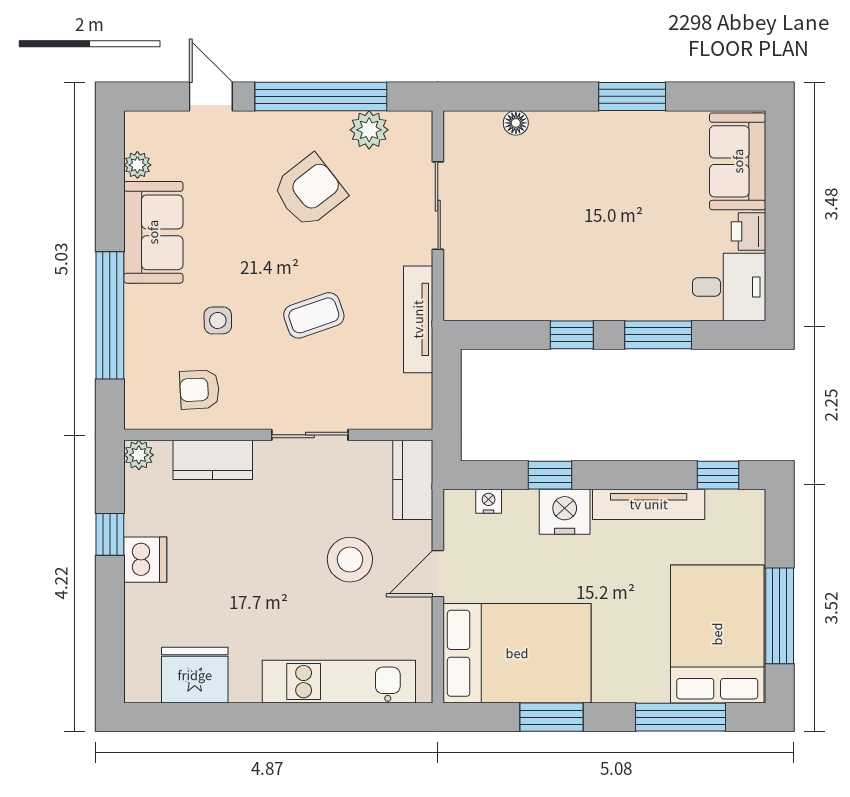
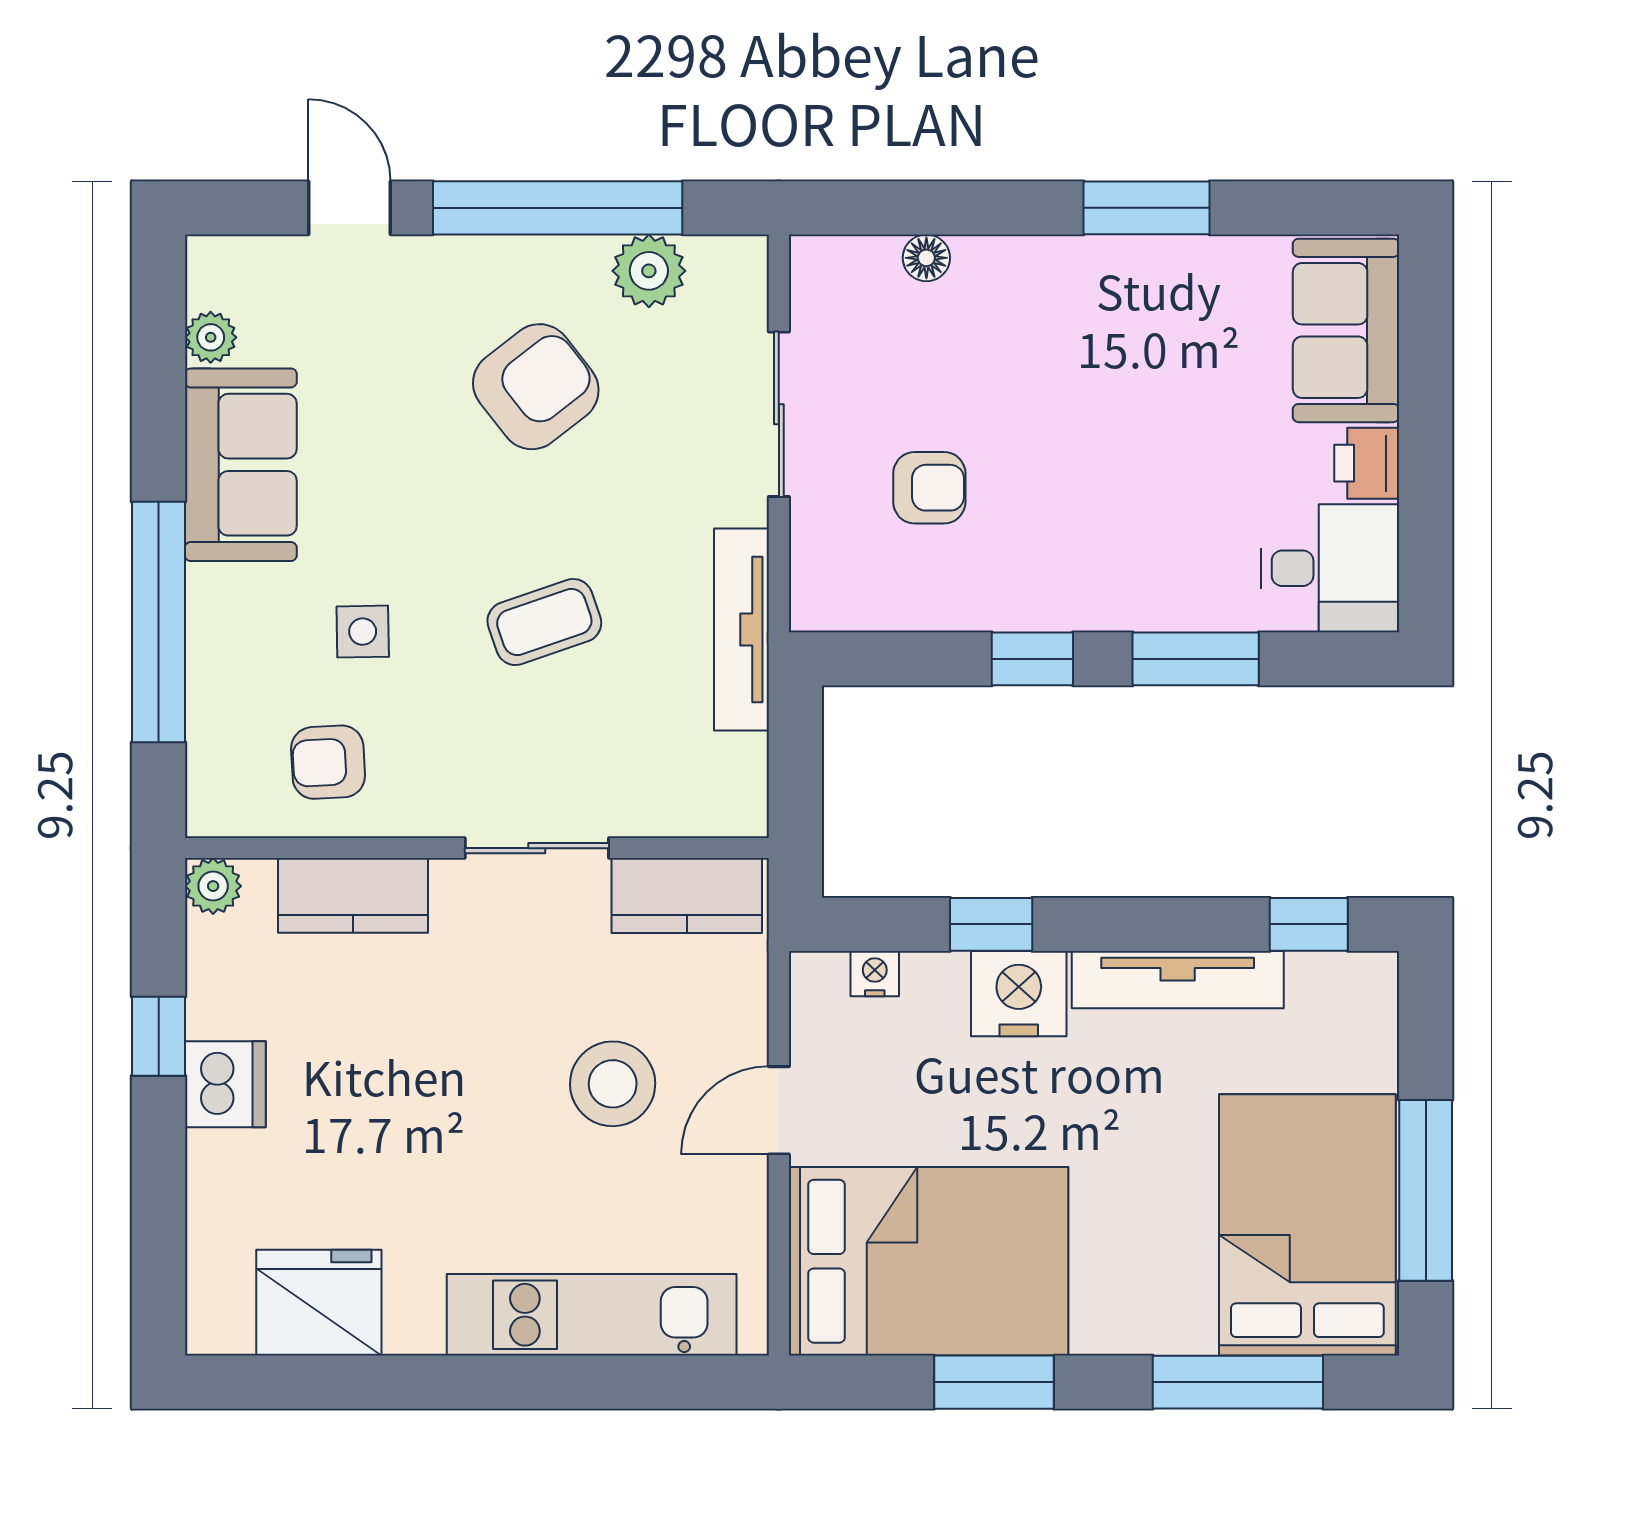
armchair: (517, 244) -> (929, 488), added
kitchen counter: (413, 480) -> (687, 896), moved, turned -90

